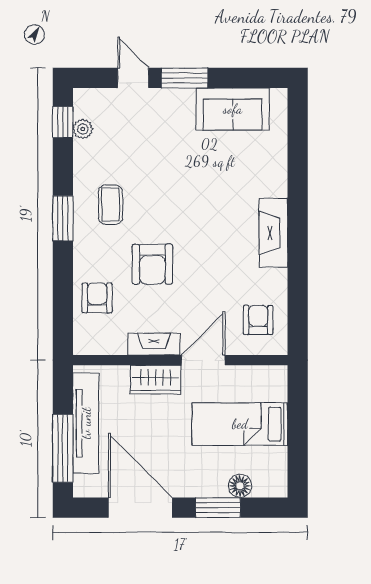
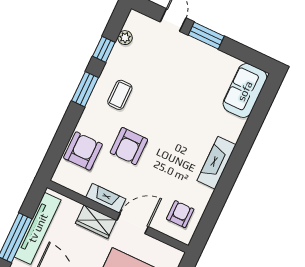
sofa: (233, 109) -> (245, 91), moved, turned 90
window: (63, 122) -> (104, 49), moved
armchair: (97, 298) -> (83, 151), width x1.38, depth x1.38

